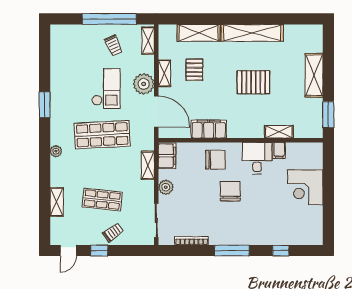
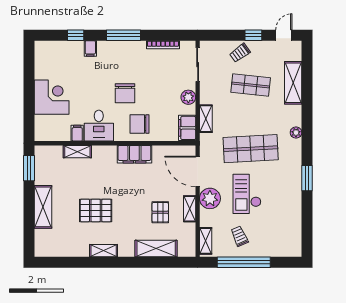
shelving: (252, 33) -> (104, 251), width x0.45, depth x0.75
pallet: (253, 82) -> (96, 210), moved
filing cabinet: (209, 129) -> (134, 154), moved
shelving: (57, 202) -> (293, 83), width x1.50, depth x1.33
filing cabinet: (266, 237) -> (90, 48), added

